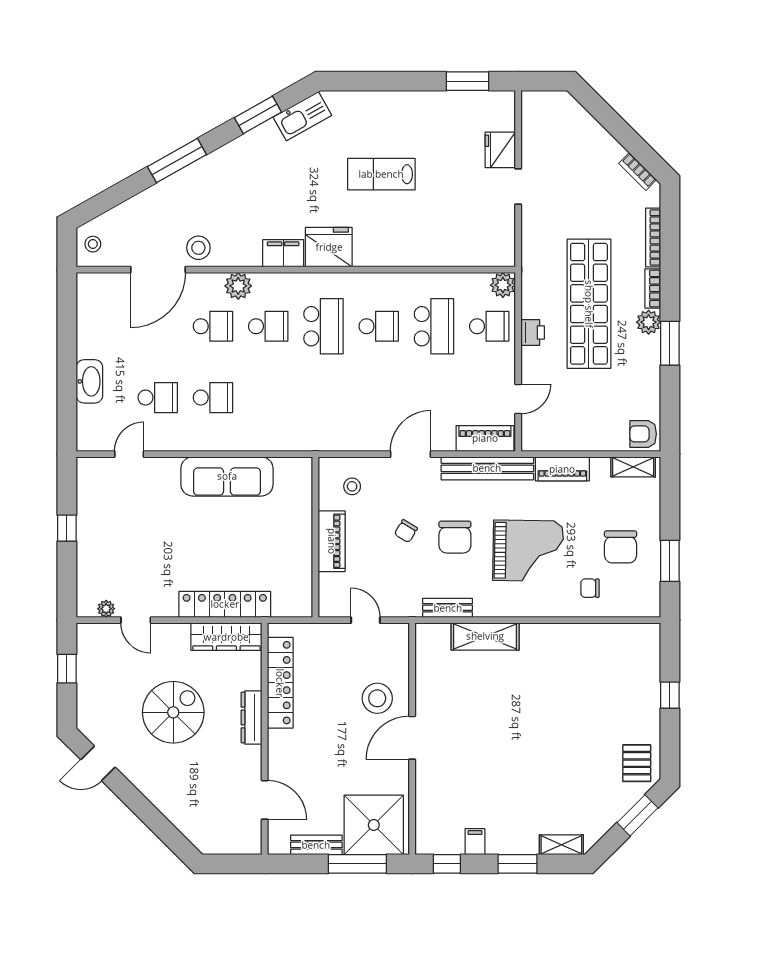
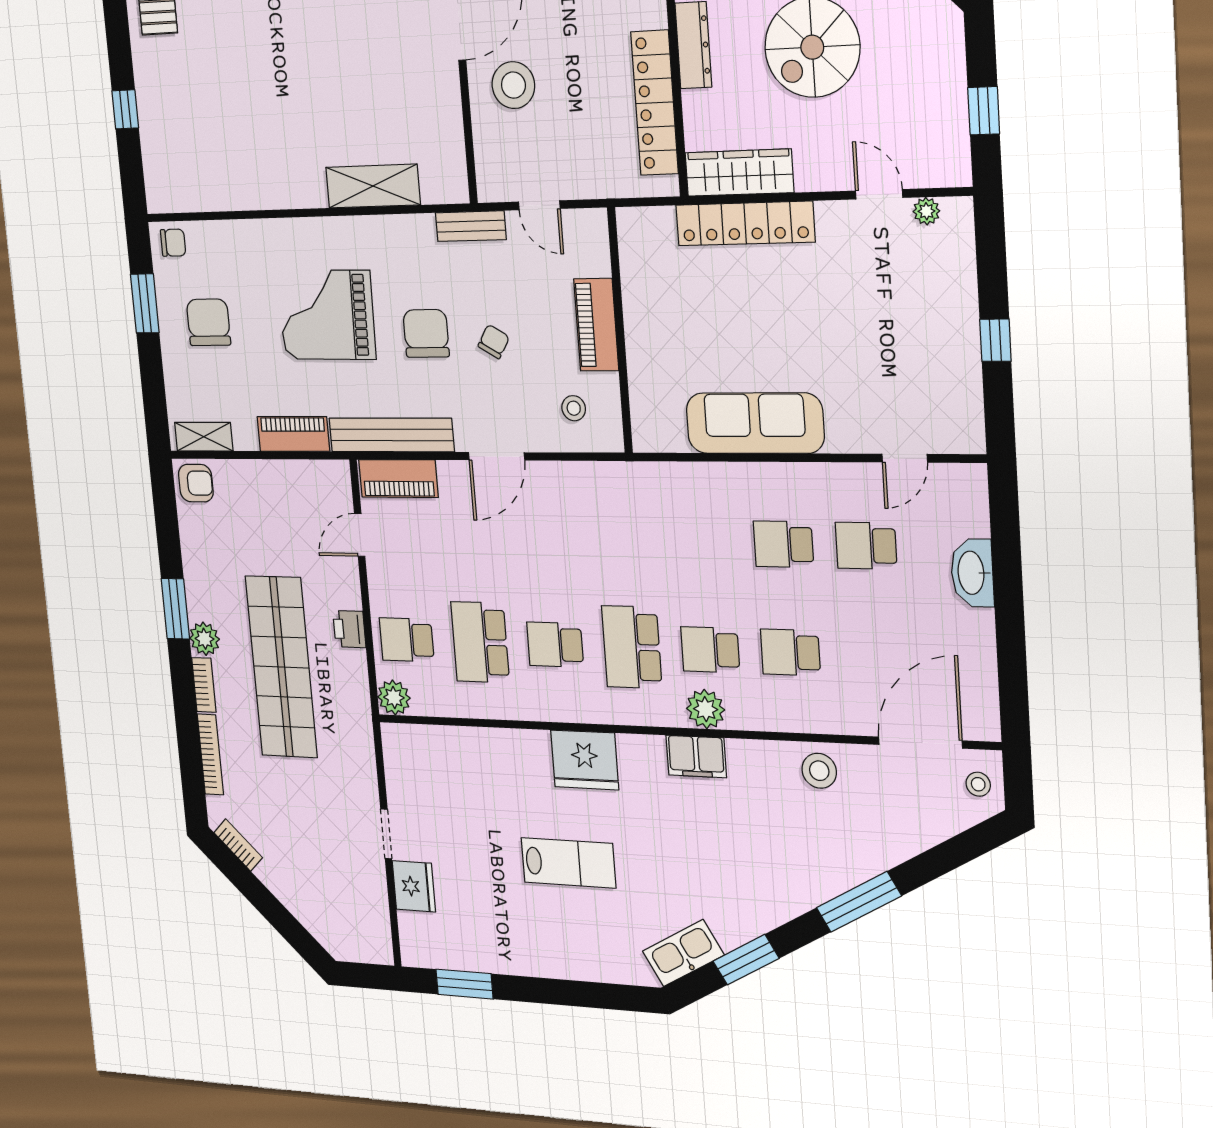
fridge: (329, 247) -> (585, 760), moved
door: (158, 270) -> (920, 743), moved
plant: (238, 286) -> (706, 709), moved
chair: (590, 588) -> (173, 243), moved
bench: (448, 608) -> (471, 226), moved

